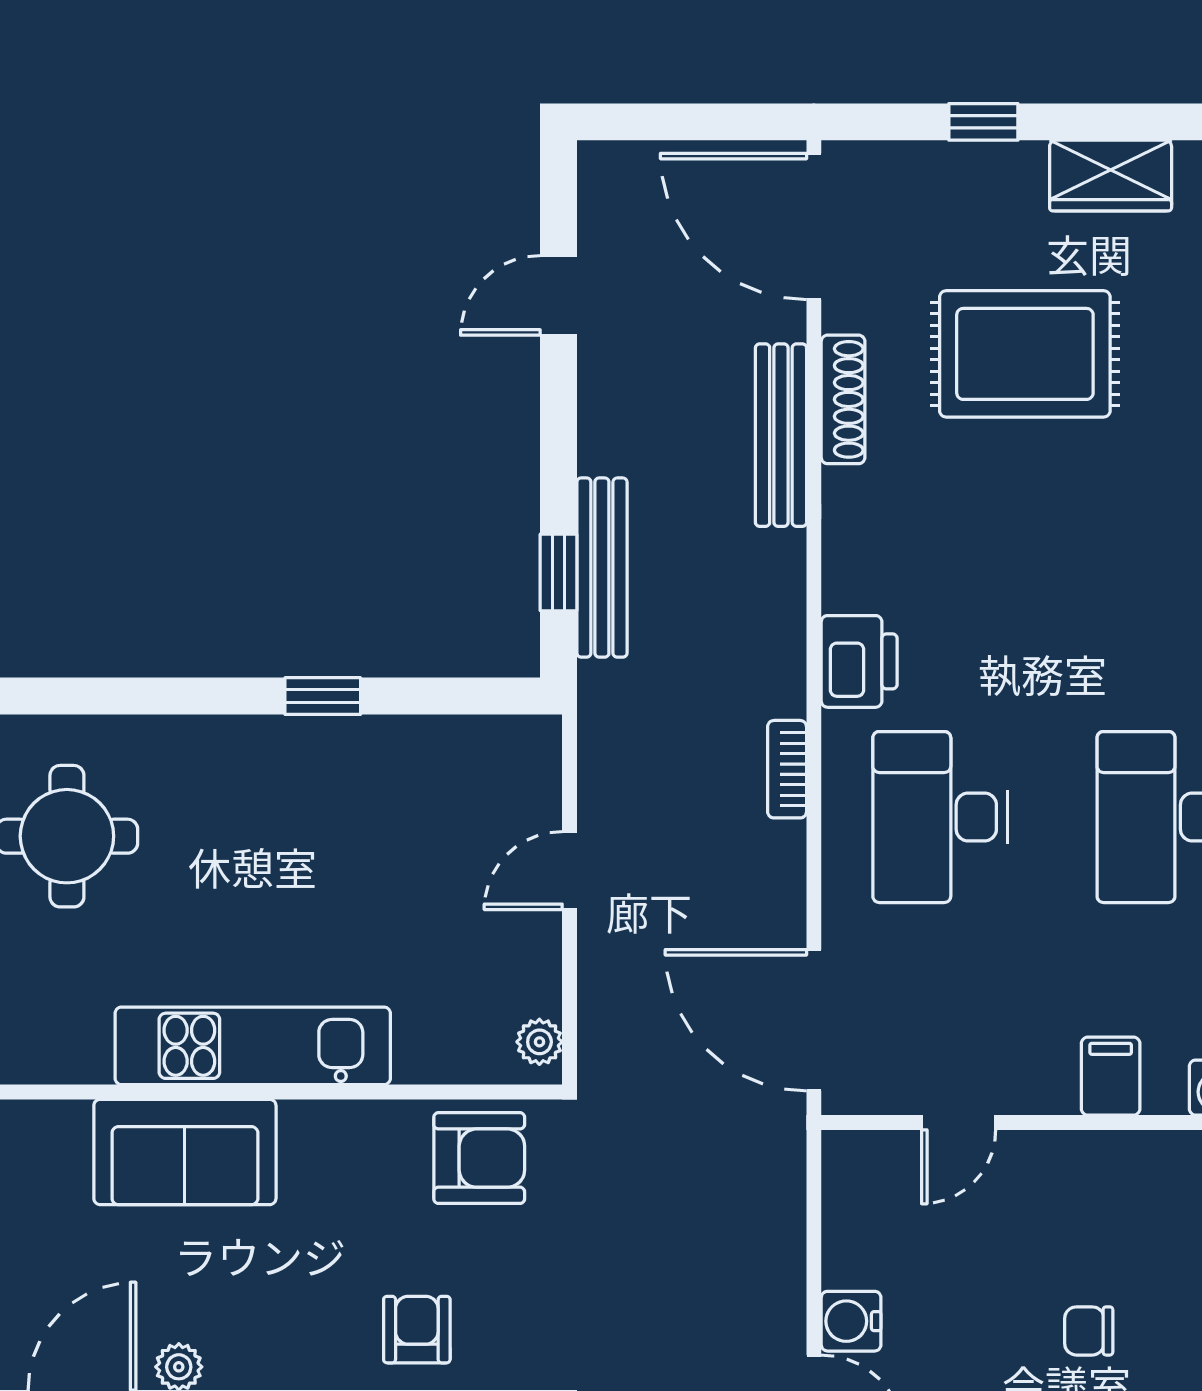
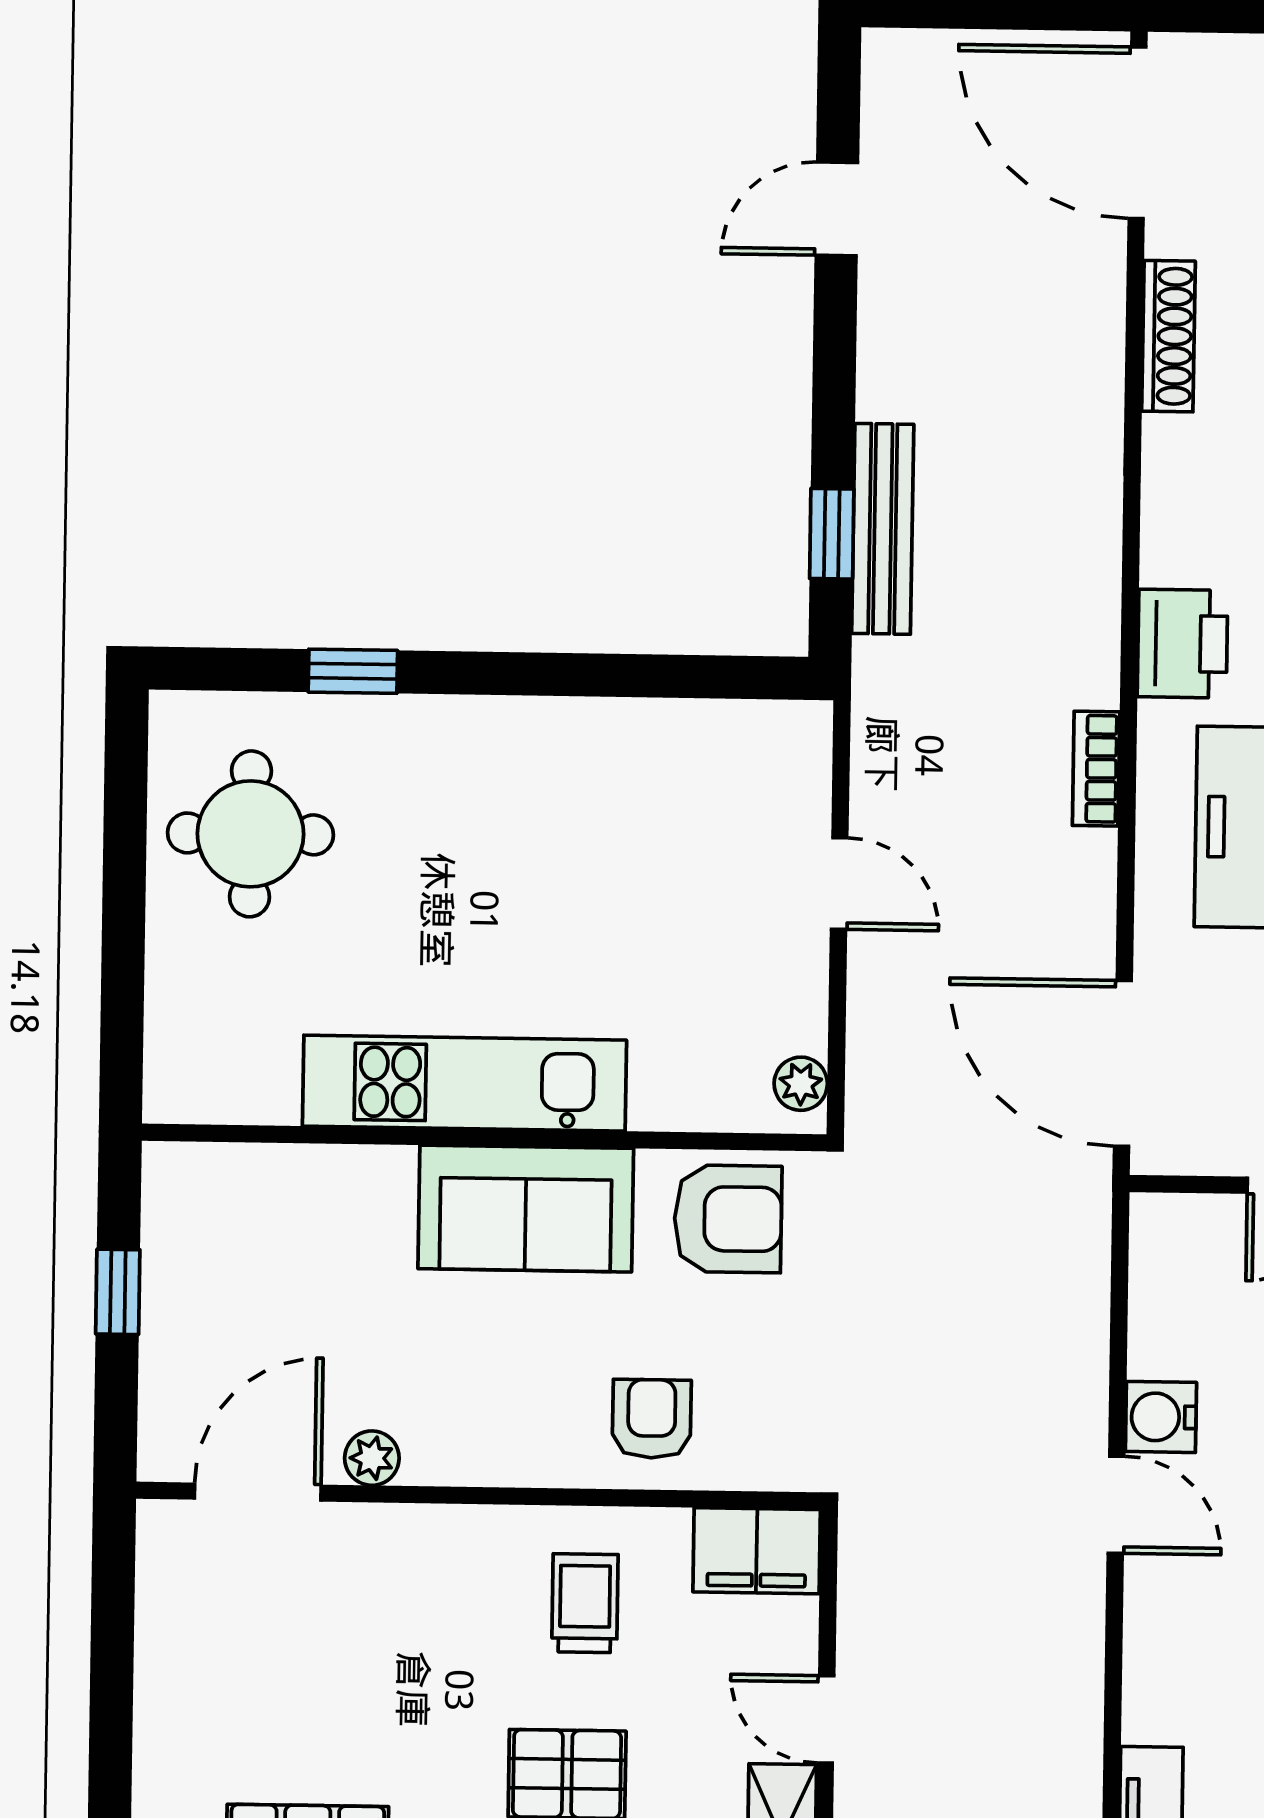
bench: (781, 435) -> (1095, 377), removed
window: (323, 696) -> (353, 671), moved
door: (570, 871) -> (839, 883), swing flipped
sofa: (185, 1152) -> (526, 1209), moved

